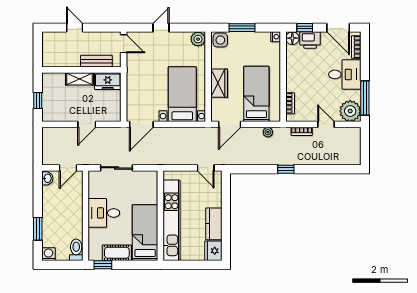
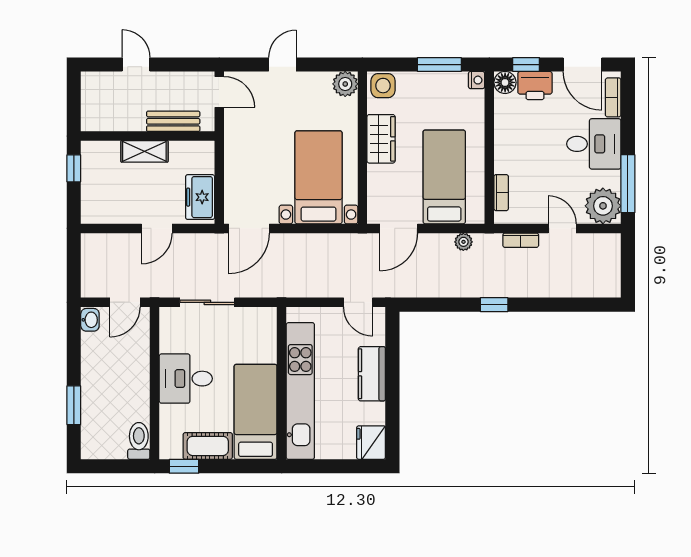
window: (242, 28) -> (439, 65), moved
freezer: (108, 81) -> (200, 197), moved, turned 90
wardrobe: (219, 83) -> (381, 139), moved
window: (38, 101) -> (74, 168), moved
kitchen counter: (214, 224) -> (372, 374), moved
washing machine: (48, 254) -> (92, 448), removed

